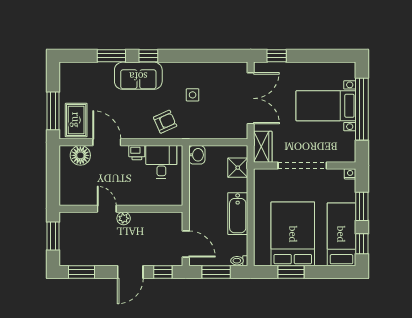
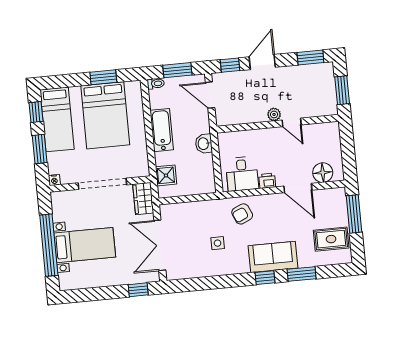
rug: (76, 120) -> (331, 239), moved, turned 90
washbasin: (197, 155) -> (204, 144), moved

